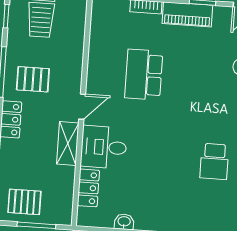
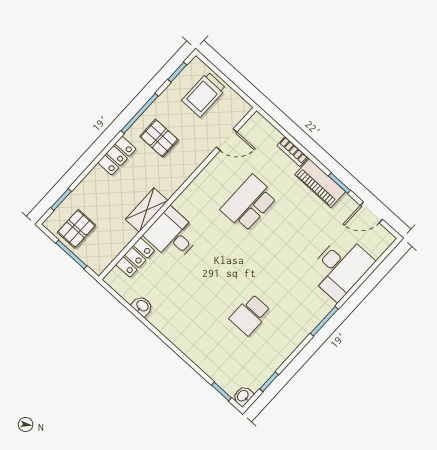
door: (82, 107) -> (227, 140), moved
pallet: (24, 202) -> (76, 229), turned 90

